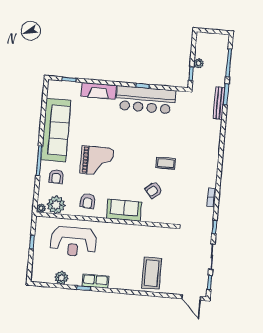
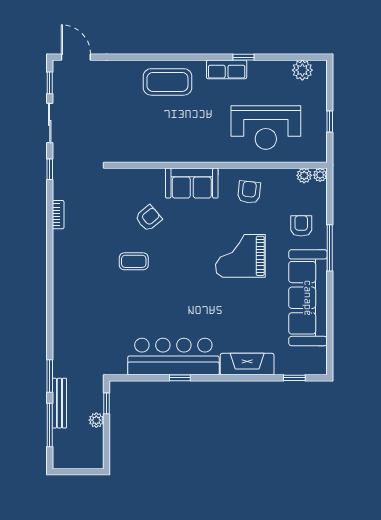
bench: (219, 103) -> (59, 403), moved
plant: (56, 205) -> (304, 175), width x0.53, depth x0.53
reception desk: (73, 242) -> (266, 128), turned 180
coffee table: (152, 273) -> (167, 82), moved, turned 90
plant: (61, 278) -> (302, 70), moved

